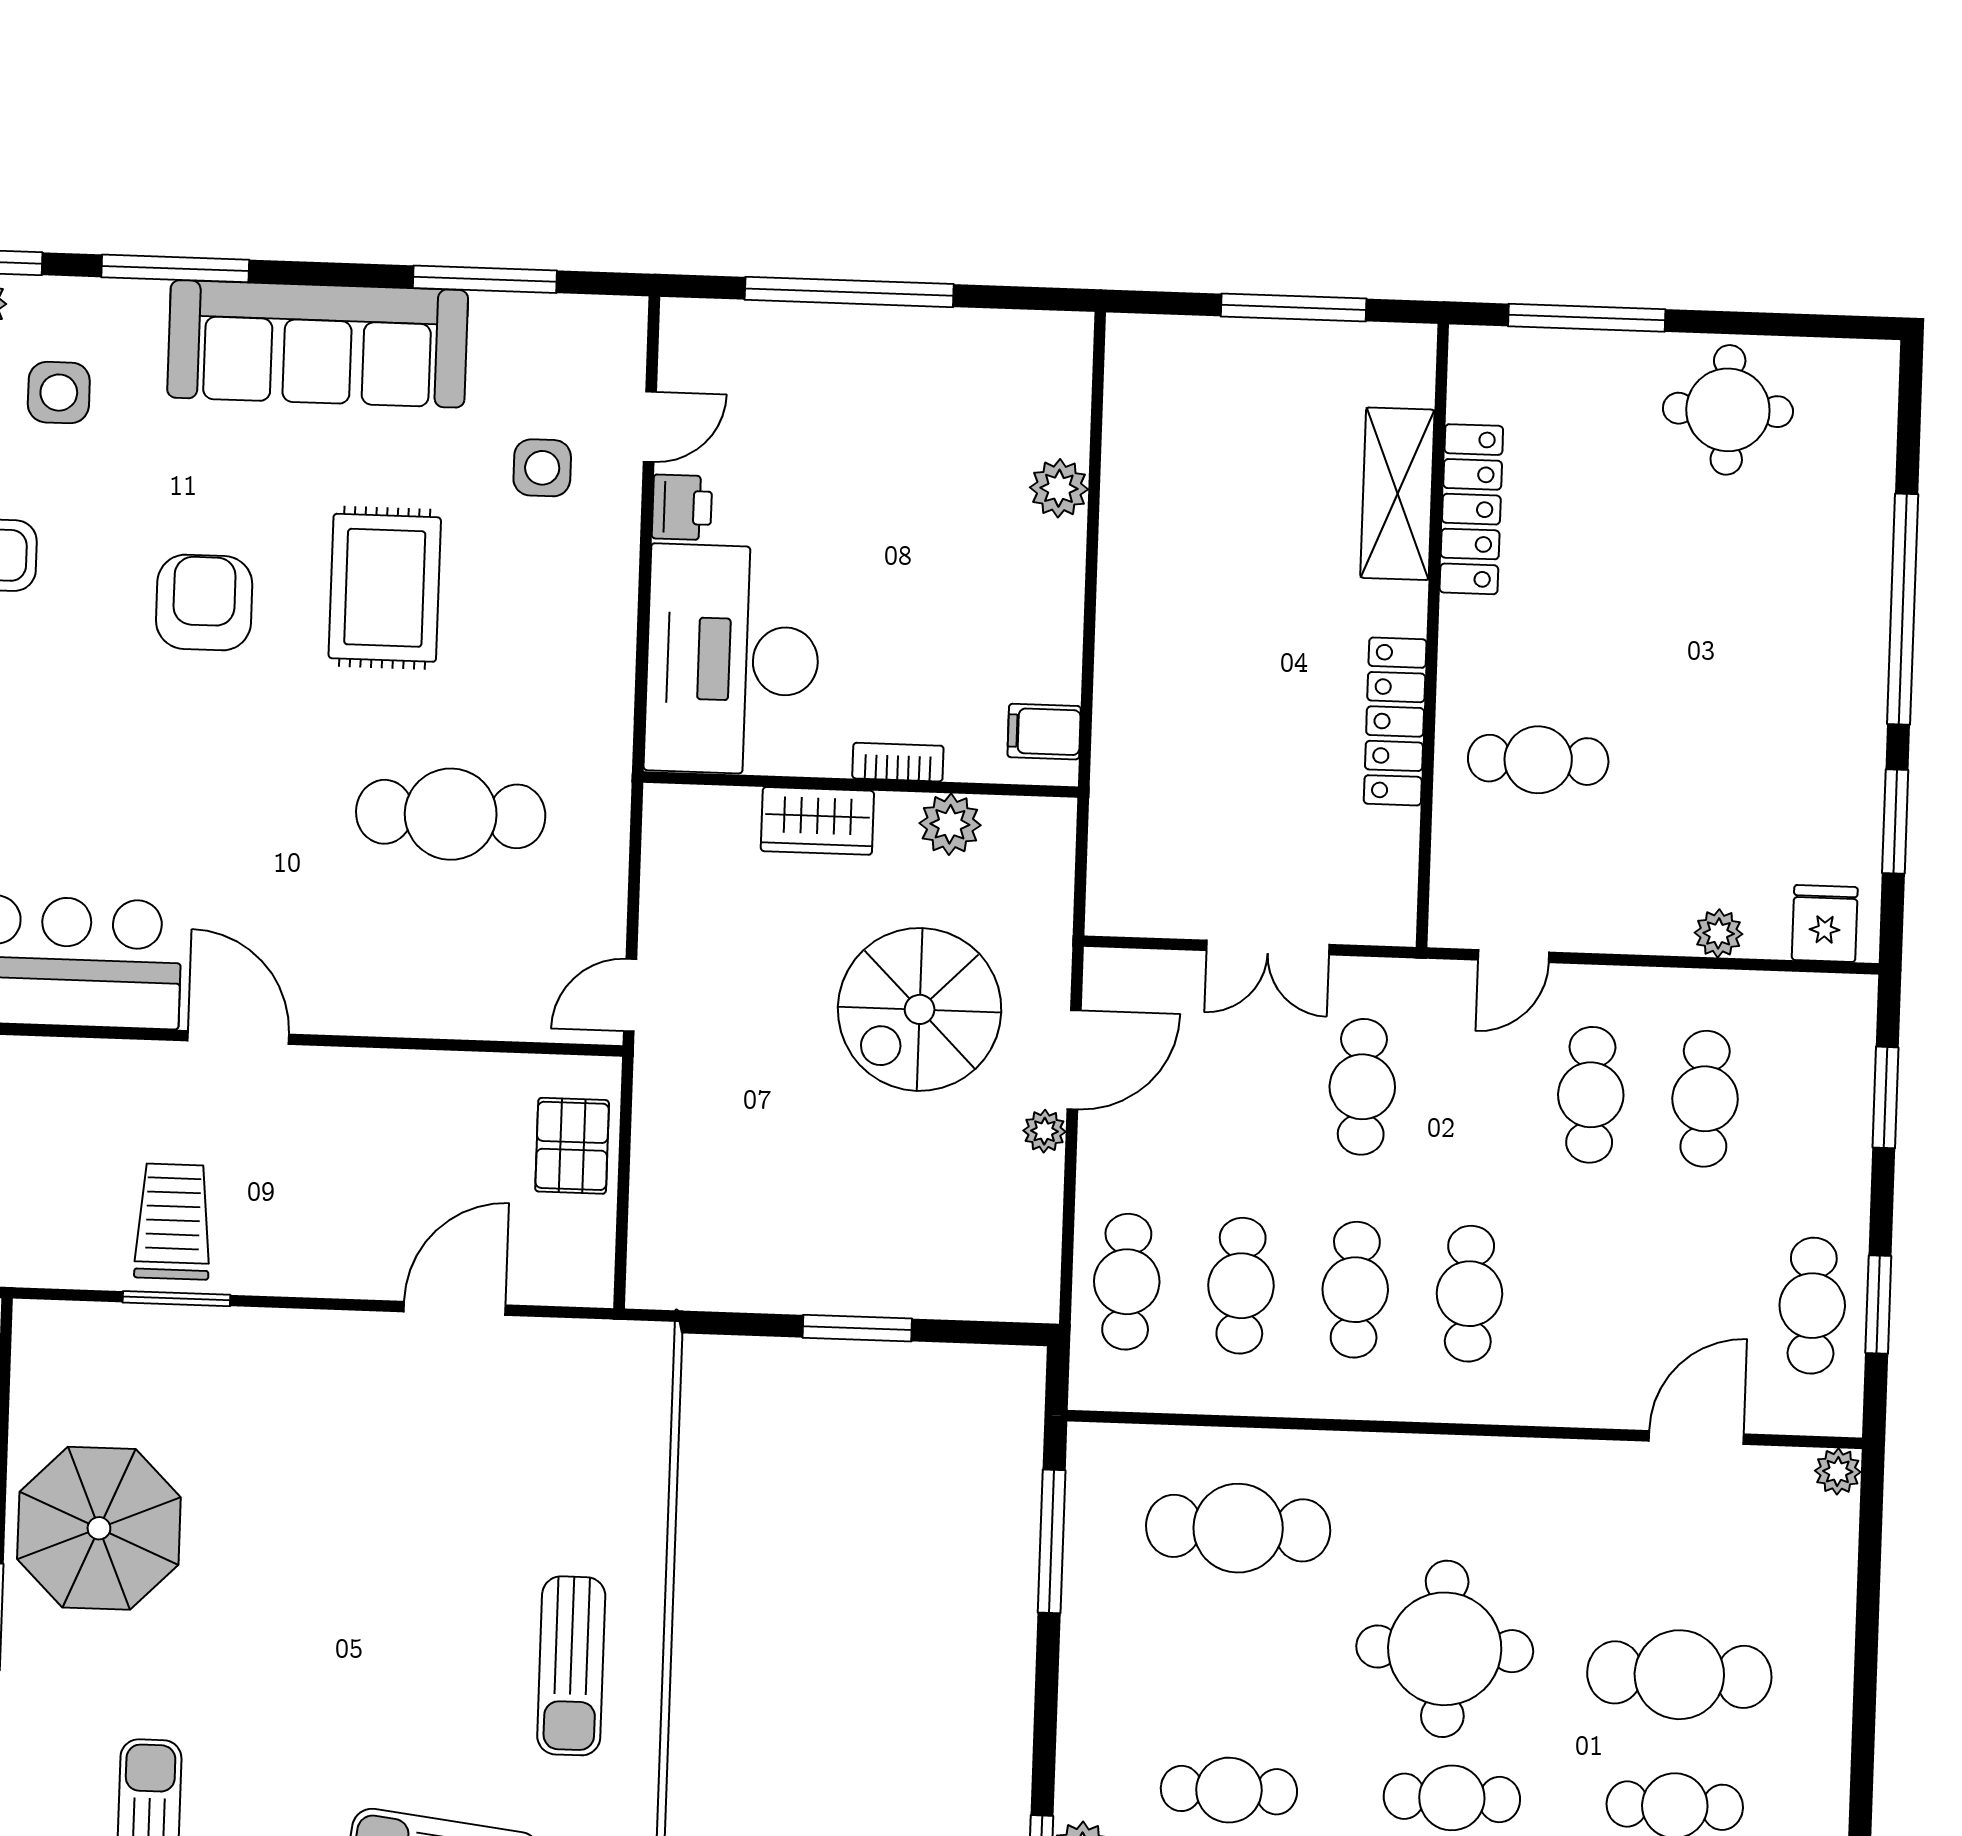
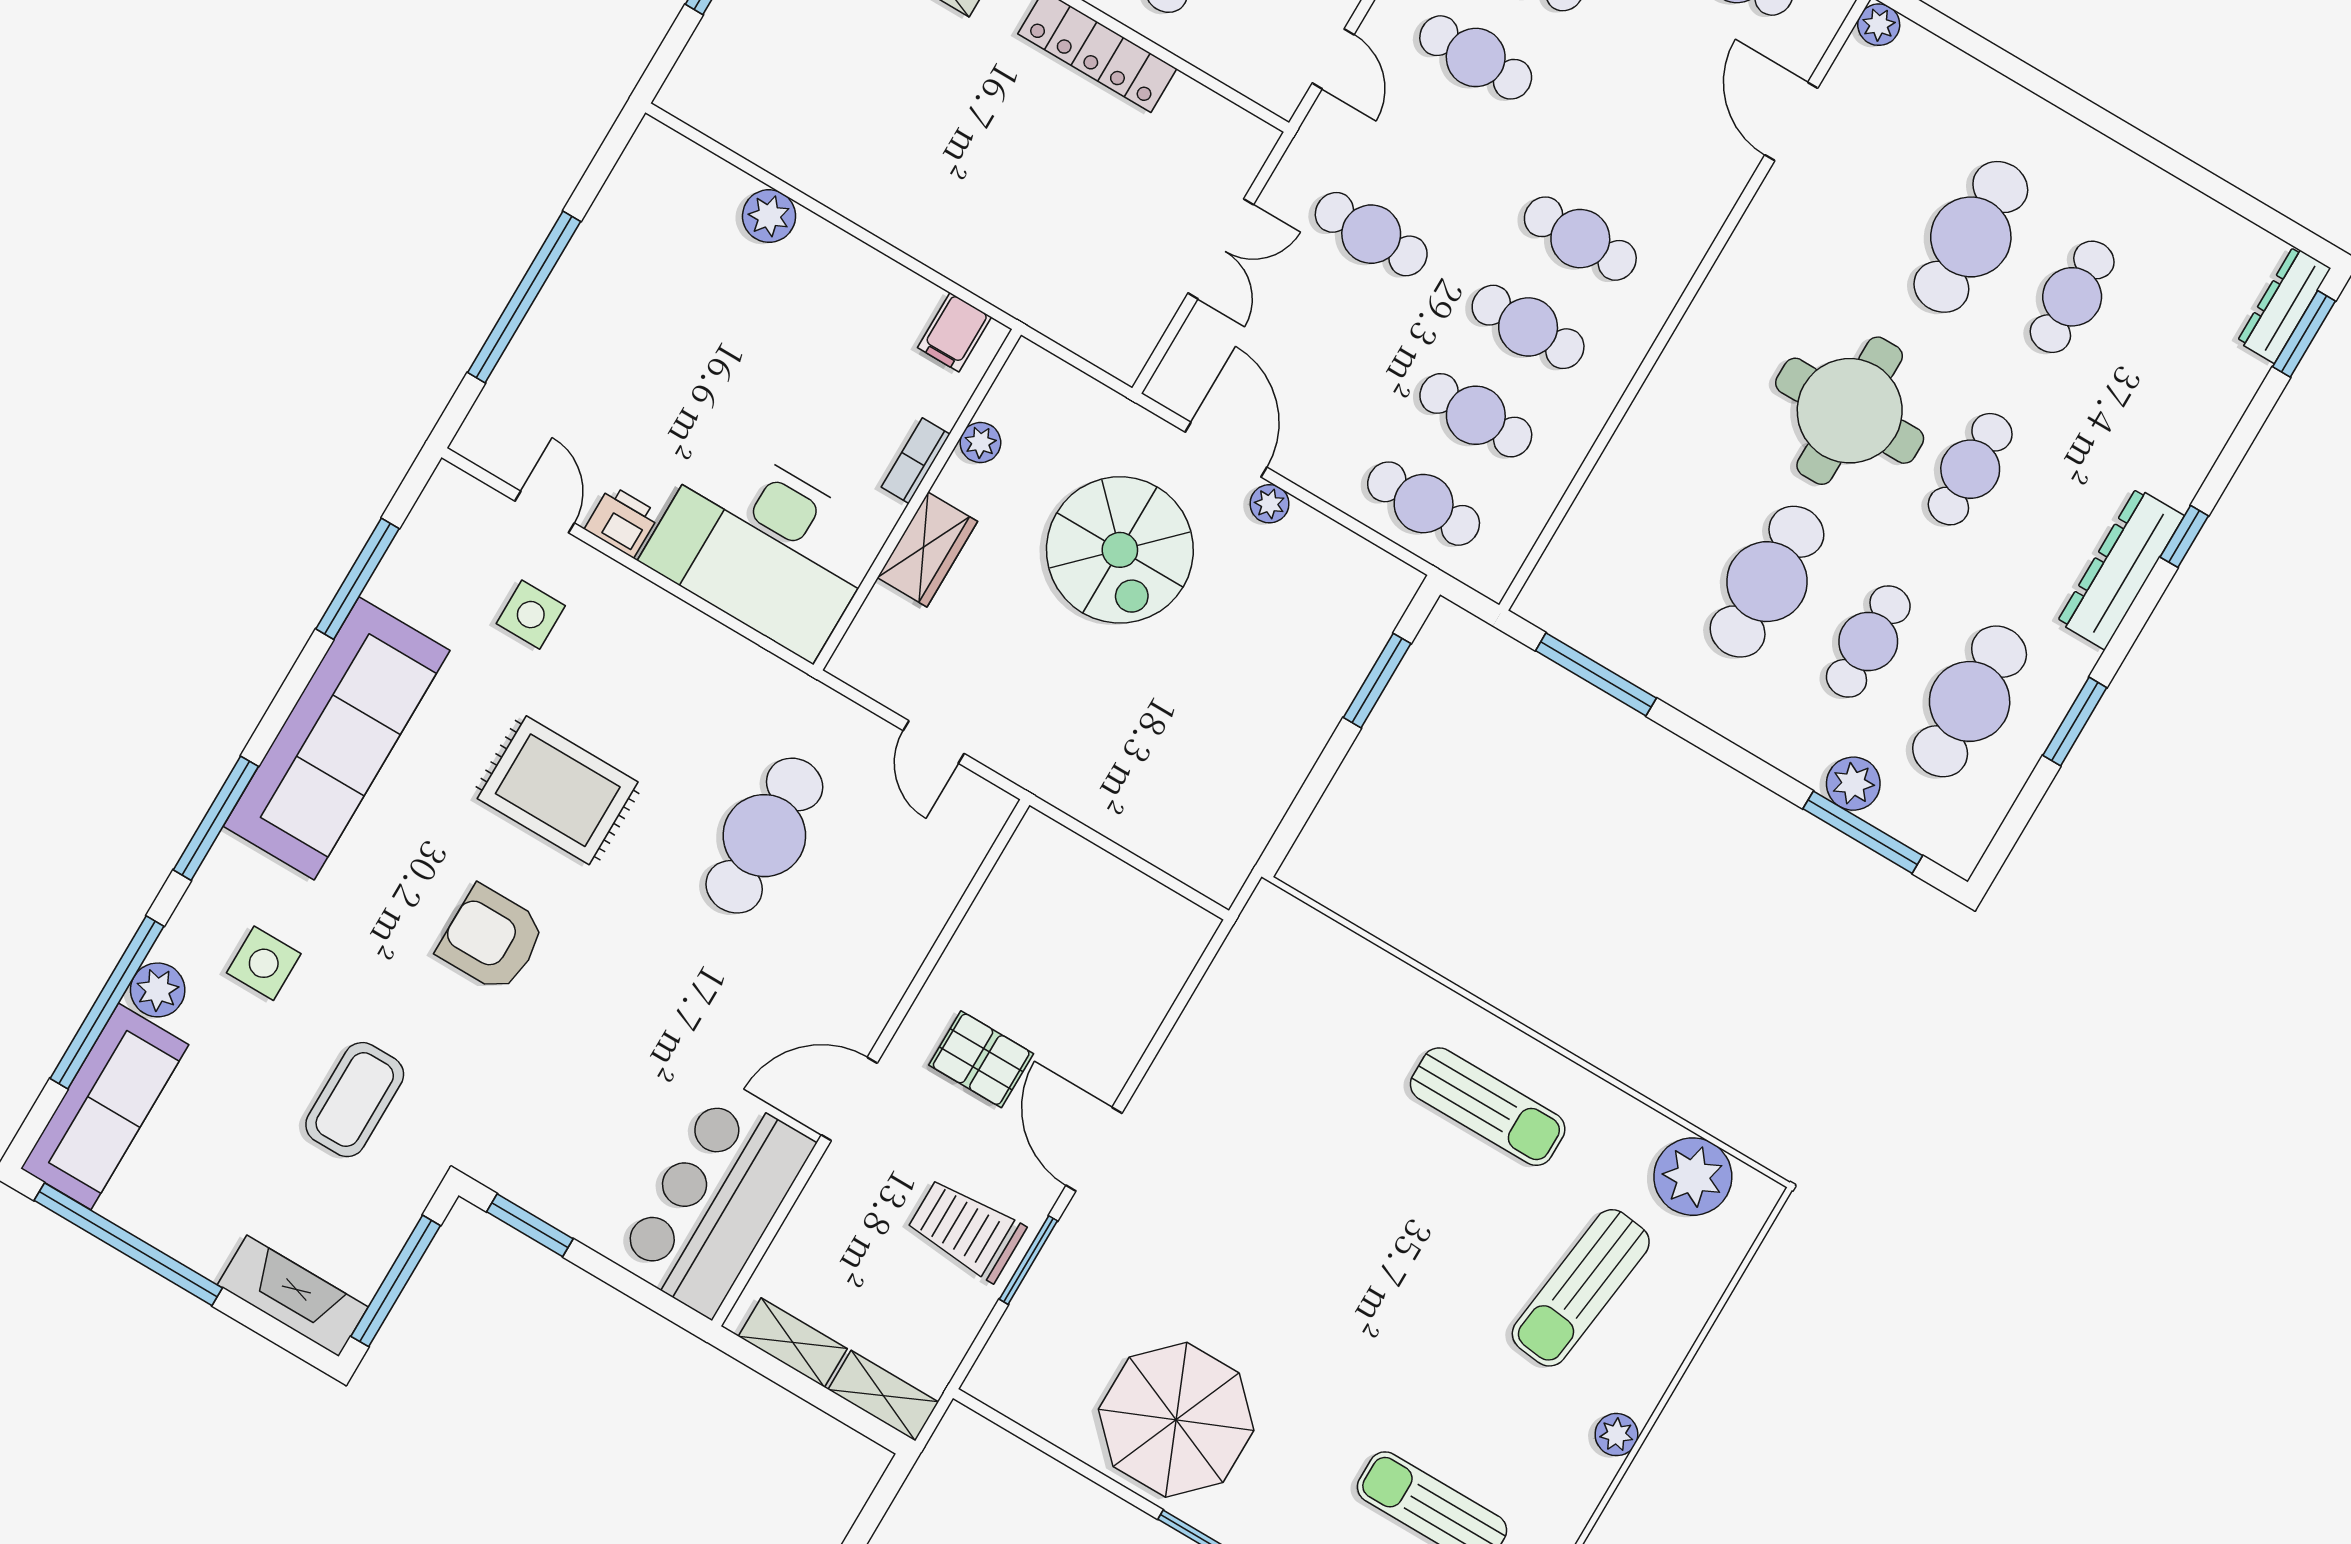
plant: (950, 824) -> (980, 443), width x0.73, depth x0.73
door: (630, 995) -> (934, 742), moved
pallet: (572, 1146) -> (981, 1059), moved
door: (455, 1308) -> (1094, 1149), moved
window: (857, 1328) -> (1377, 681), moved
cafe table: (1238, 1528) -> (1767, 582), moved

